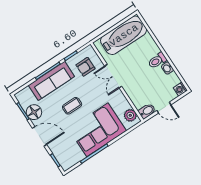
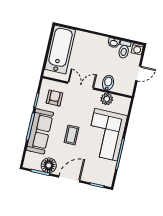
toilet: (157, 61) -> (124, 50), moved
armchair: (85, 67) -> (54, 98), turned 180
double door: (113, 76) -> (81, 86), swing flipped
bidet: (147, 111) -> (108, 83), moved
plant: (130, 115) -> (107, 99), moved

